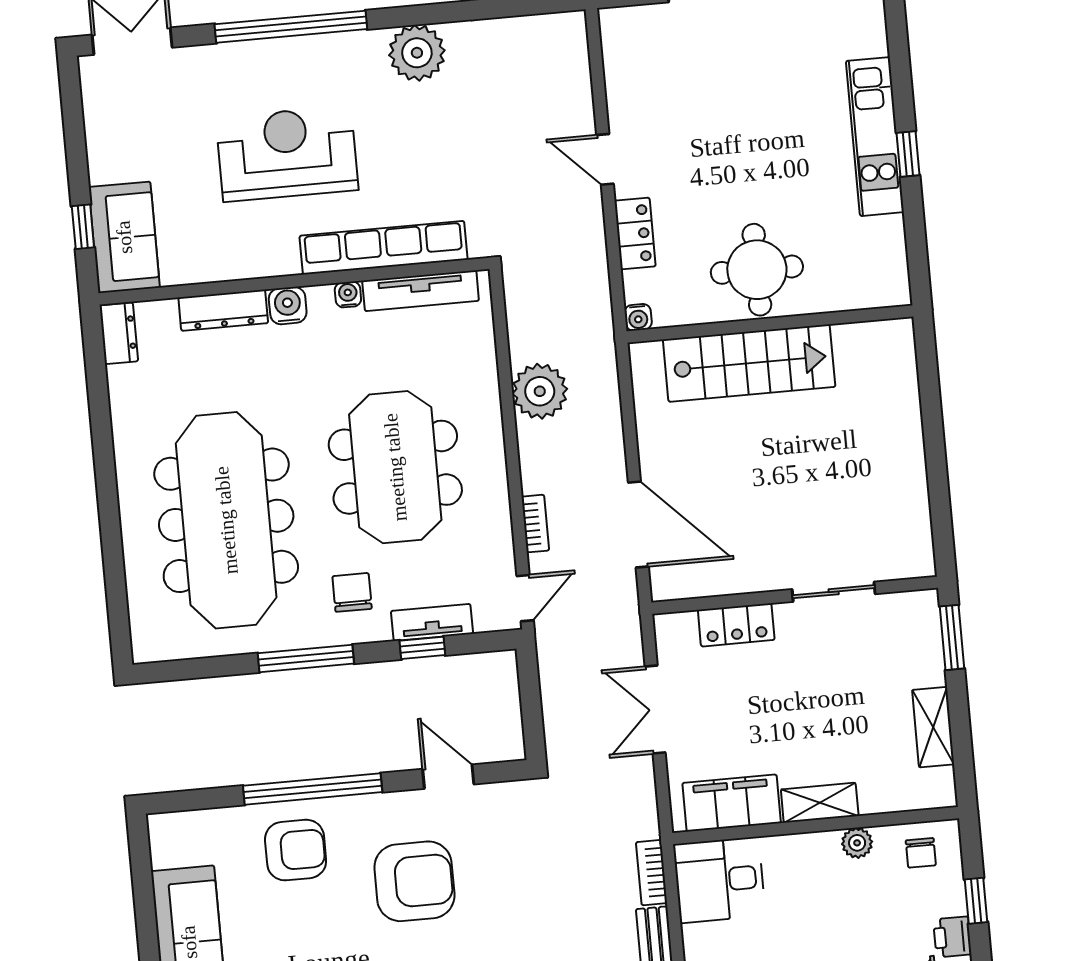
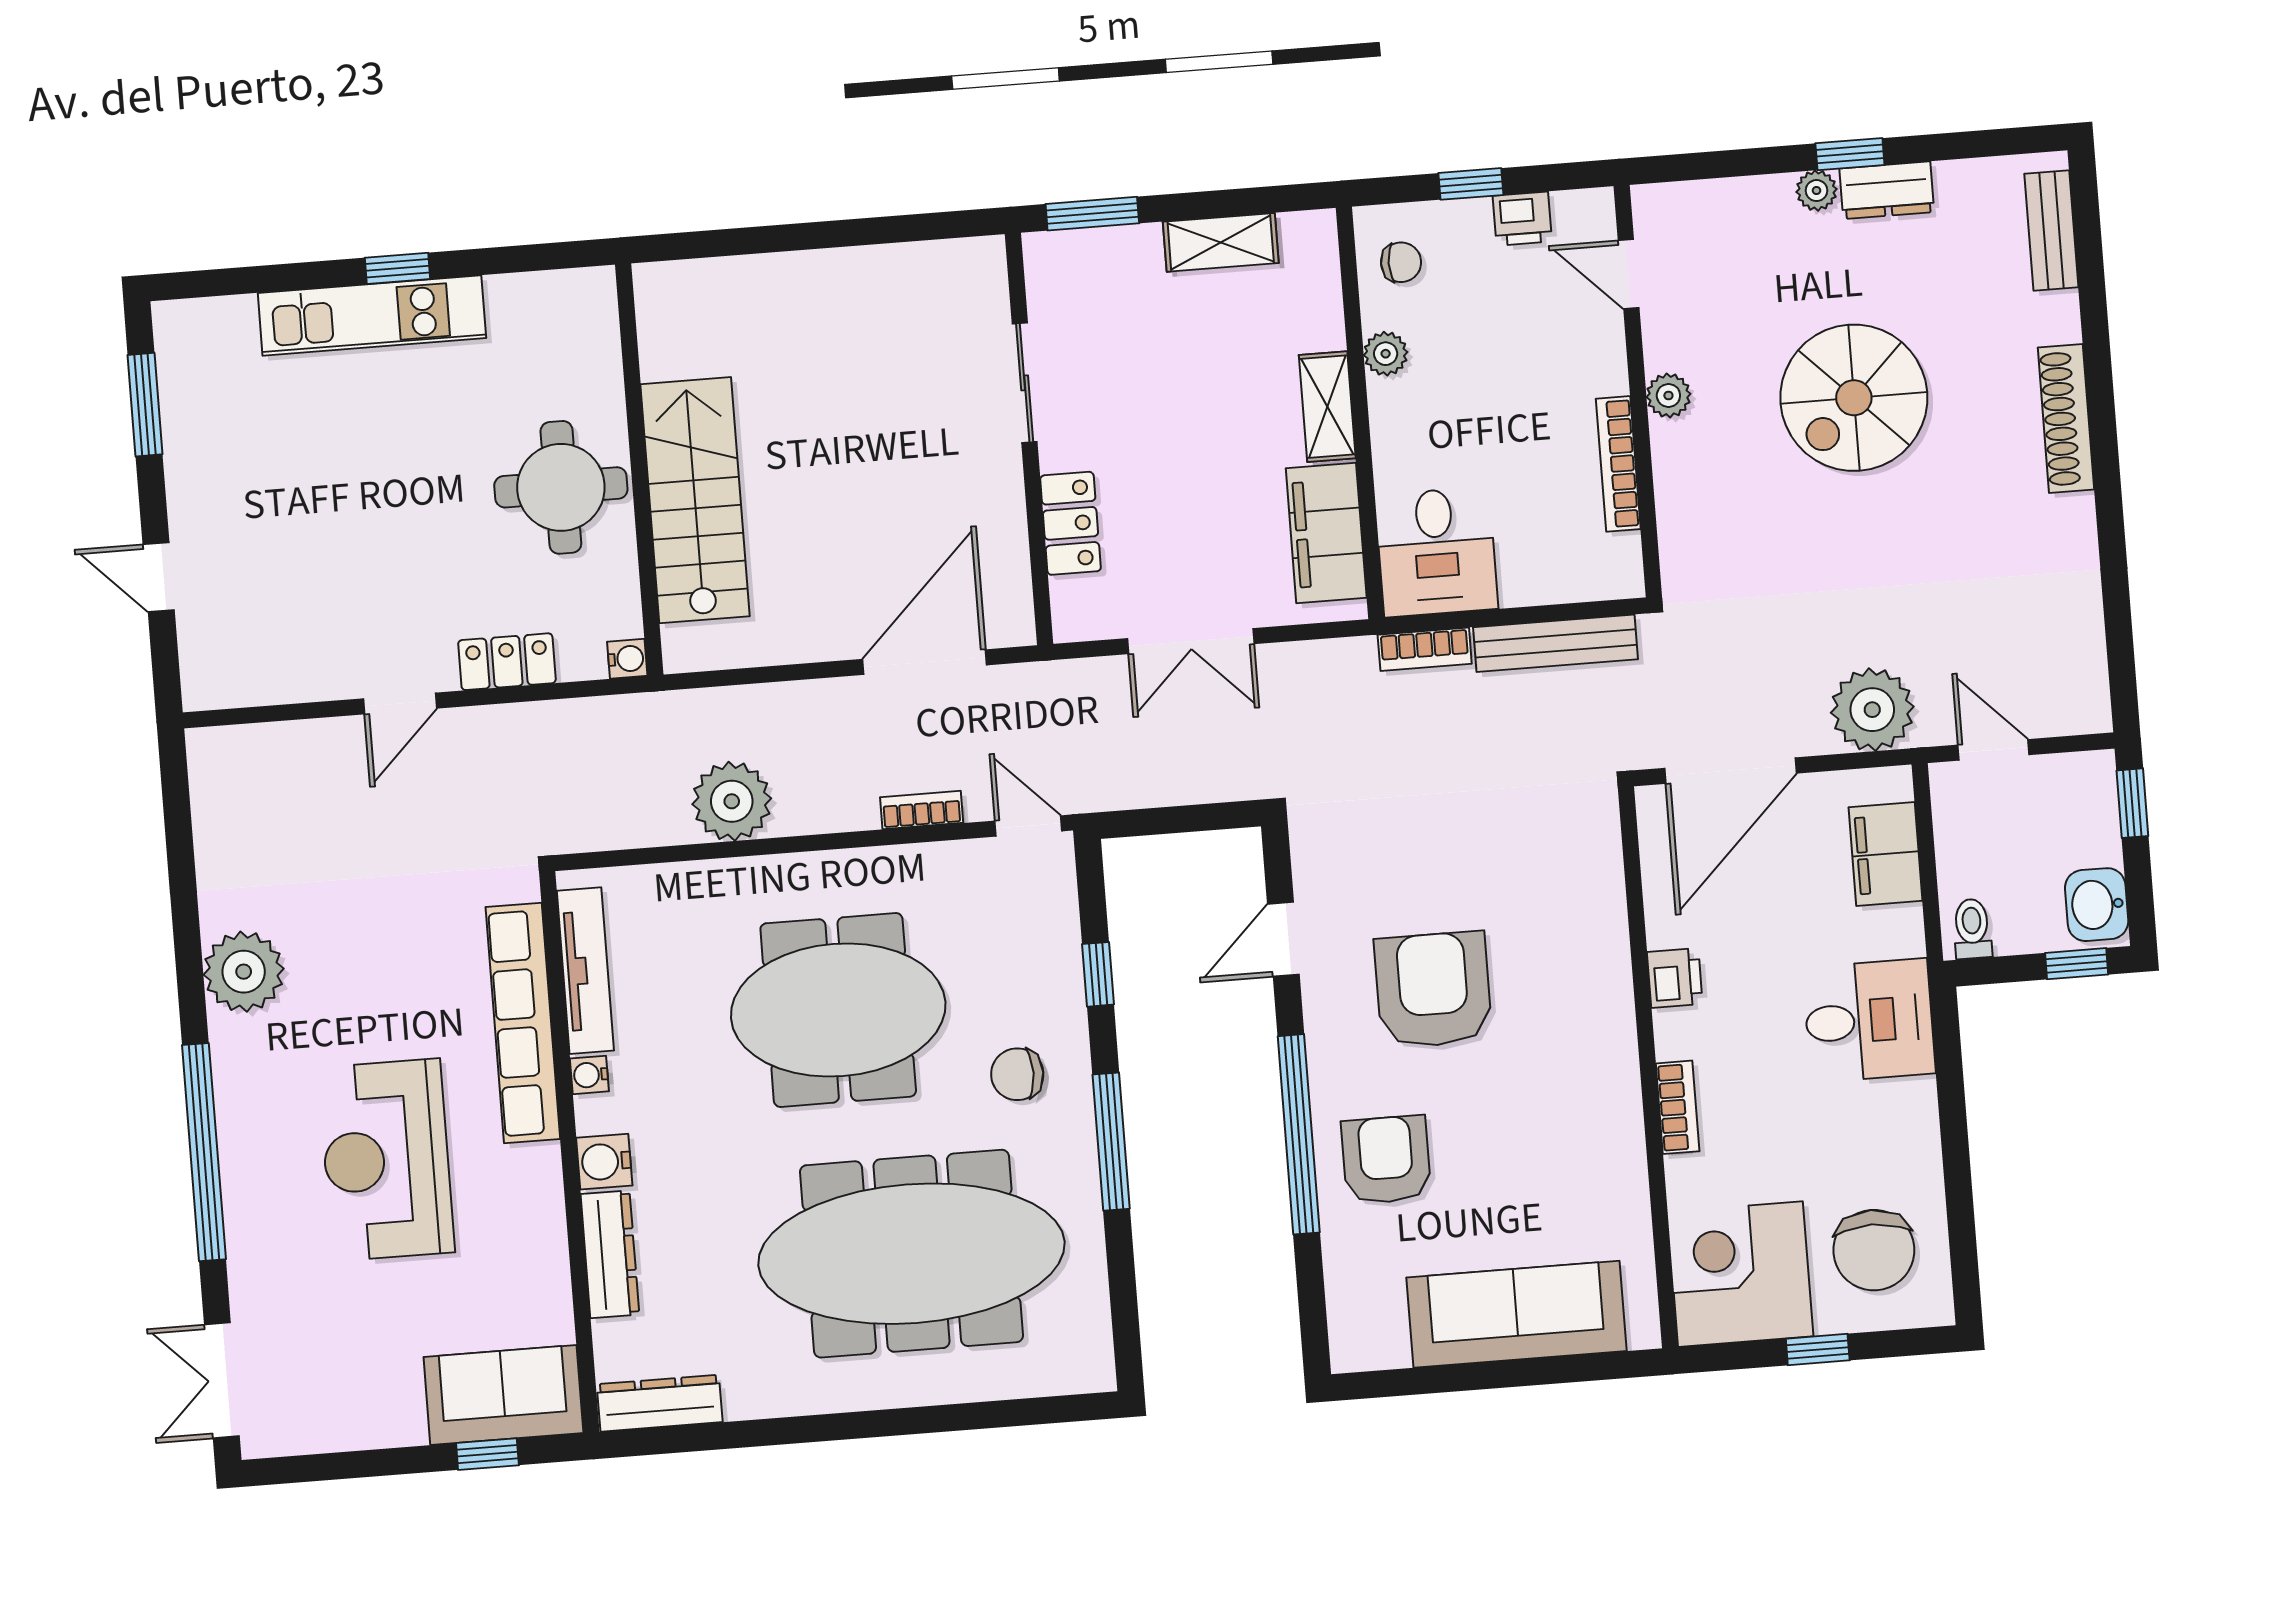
dresser: (119, 333) -> (660, 1403), width x1.44
tv unit: (432, 622) -> (1062, 960), removed

